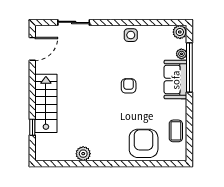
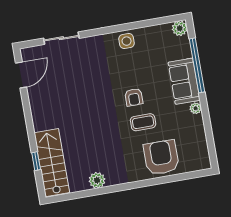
plant: (181, 54) -> (196, 108), moved
armchair: (129, 86) -> (134, 97), turned 180
stairs: (46, 103) -> (52, 163), moved
coffee table: (176, 131) -> (143, 122), moved, turned 90

